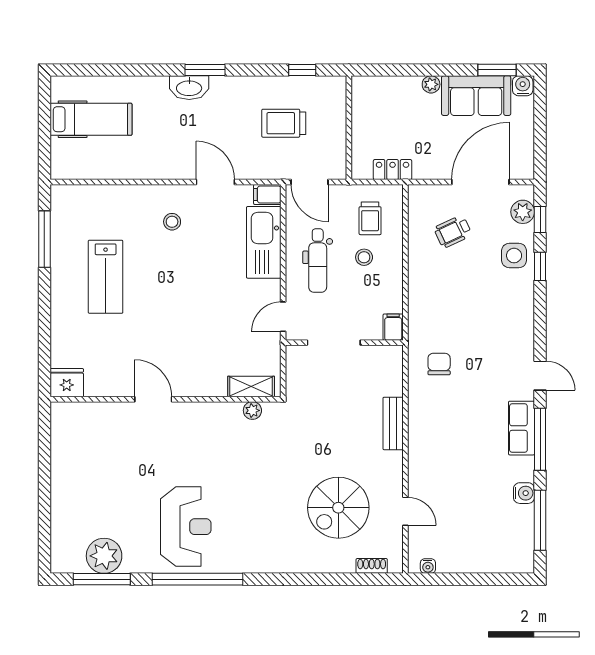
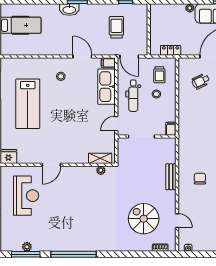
trolley: (284, 123) -> (116, 27), turned 90
lab bench: (106, 277) -> (28, 104), width x1.36, depth x1.39
chair: (439, 364) -> (200, 179), moved
door: (153, 399) -> (51, 165), swing flipped
spiral stairs: (338, 508) -> (144, 219), turned 90
reception desk: (186, 527) -> (26, 196), moved
plant: (104, 556) -> (27, 247), width x0.53, depth x0.53

